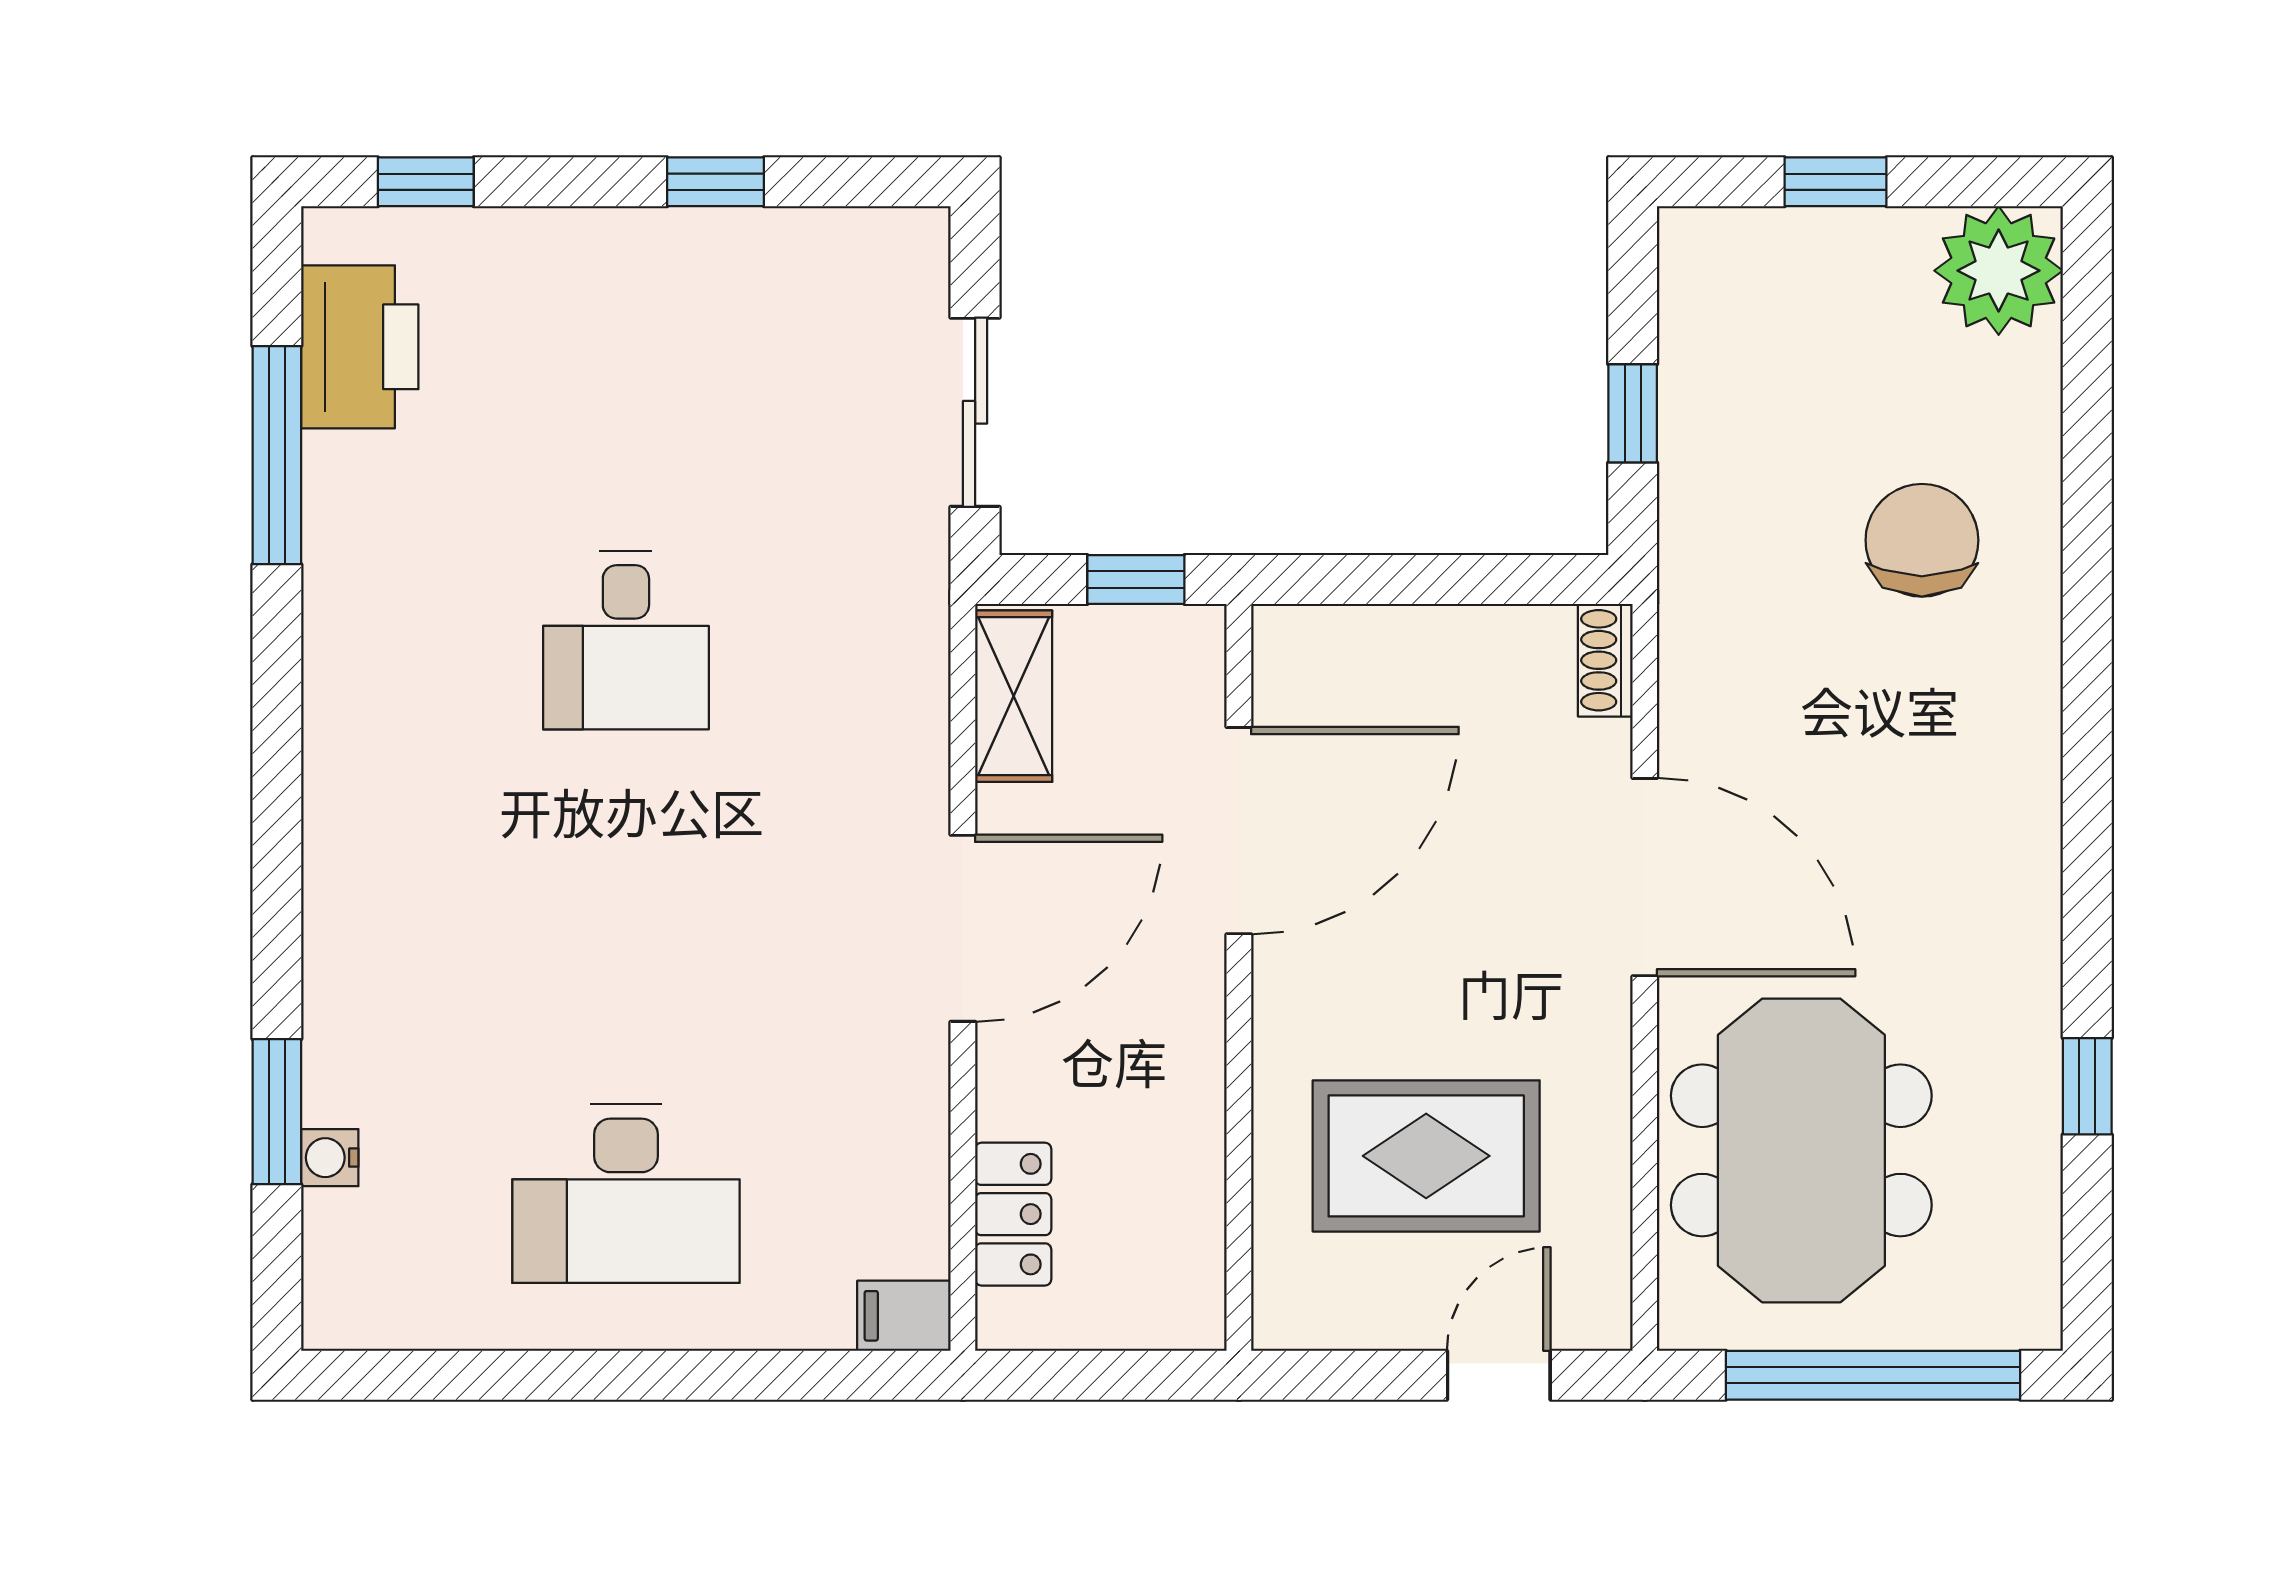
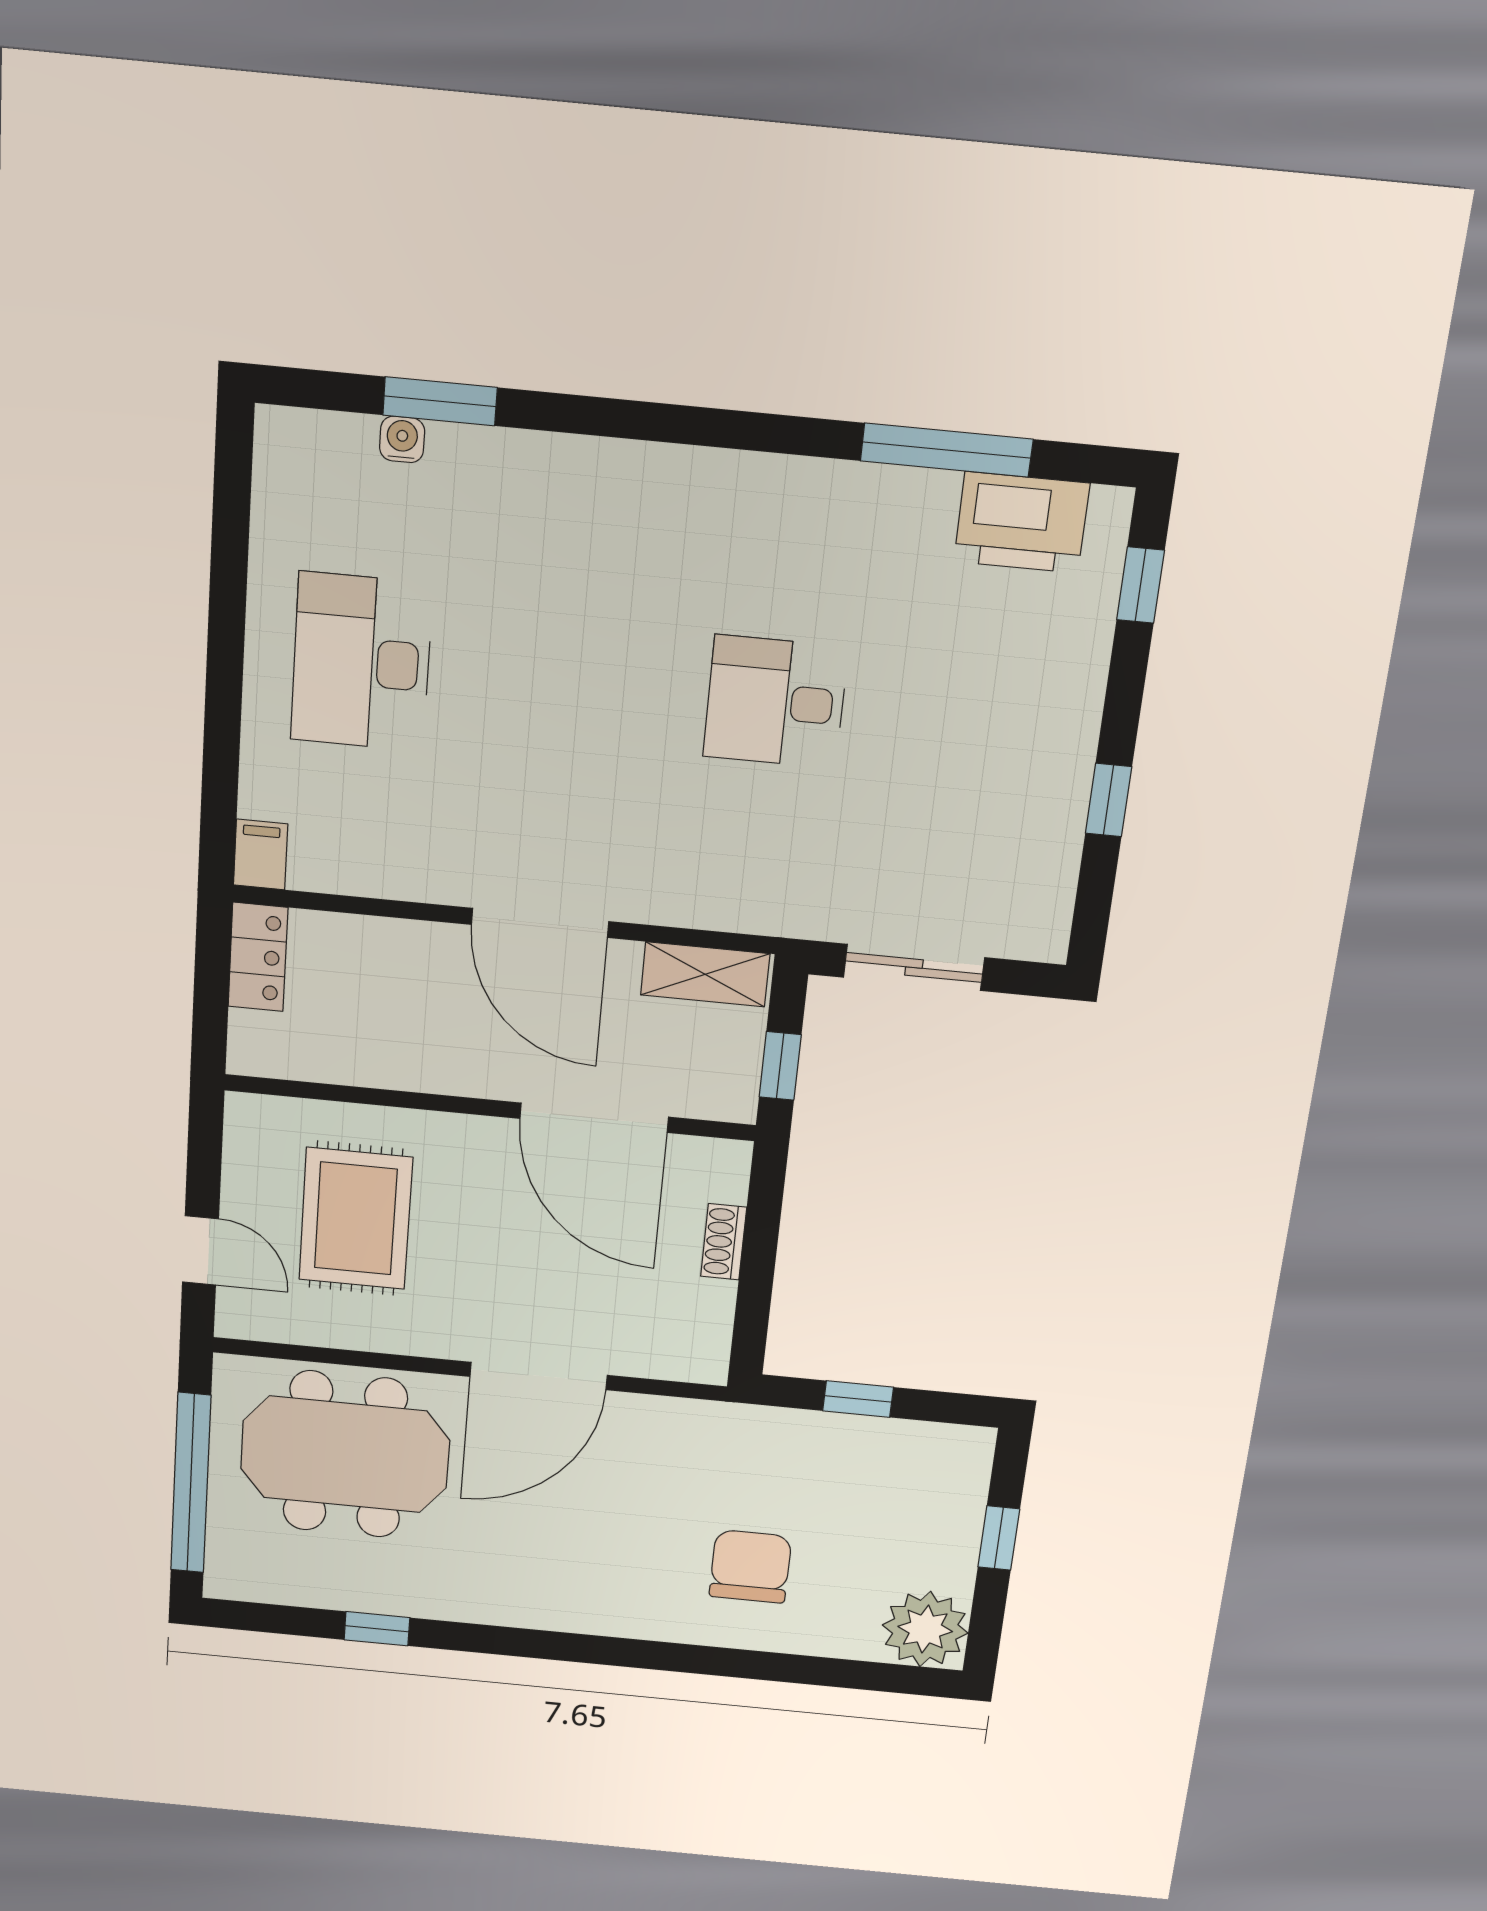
chair: (1922, 540) -> (750, 1566), turned -90
shoe rack: (1605, 660) -> (724, 1242), moved, turned -90
locker: (1013, 1214) -> (258, 957), moved, turned -90

